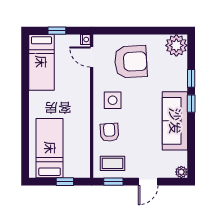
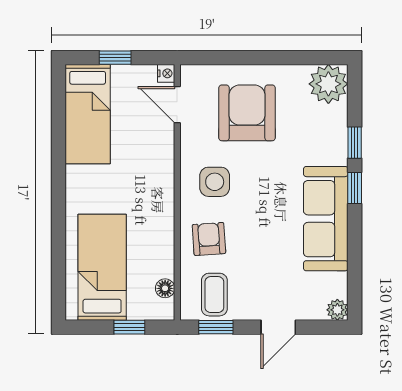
armchair: (131, 62) -> (247, 113), turned -87
floor lamp: (85, 160) -> (165, 288), added
coffee table: (112, 163) -> (214, 295), turned 90

